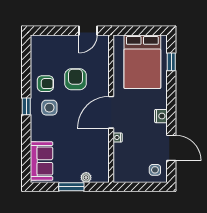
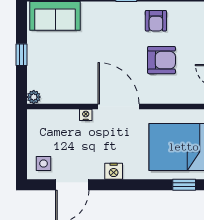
side table: (49, 108) -> (125, 26), removed
plant: (86, 177) -> (34, 97), moved
window: (71, 187) -> (22, 55), width x0.67

